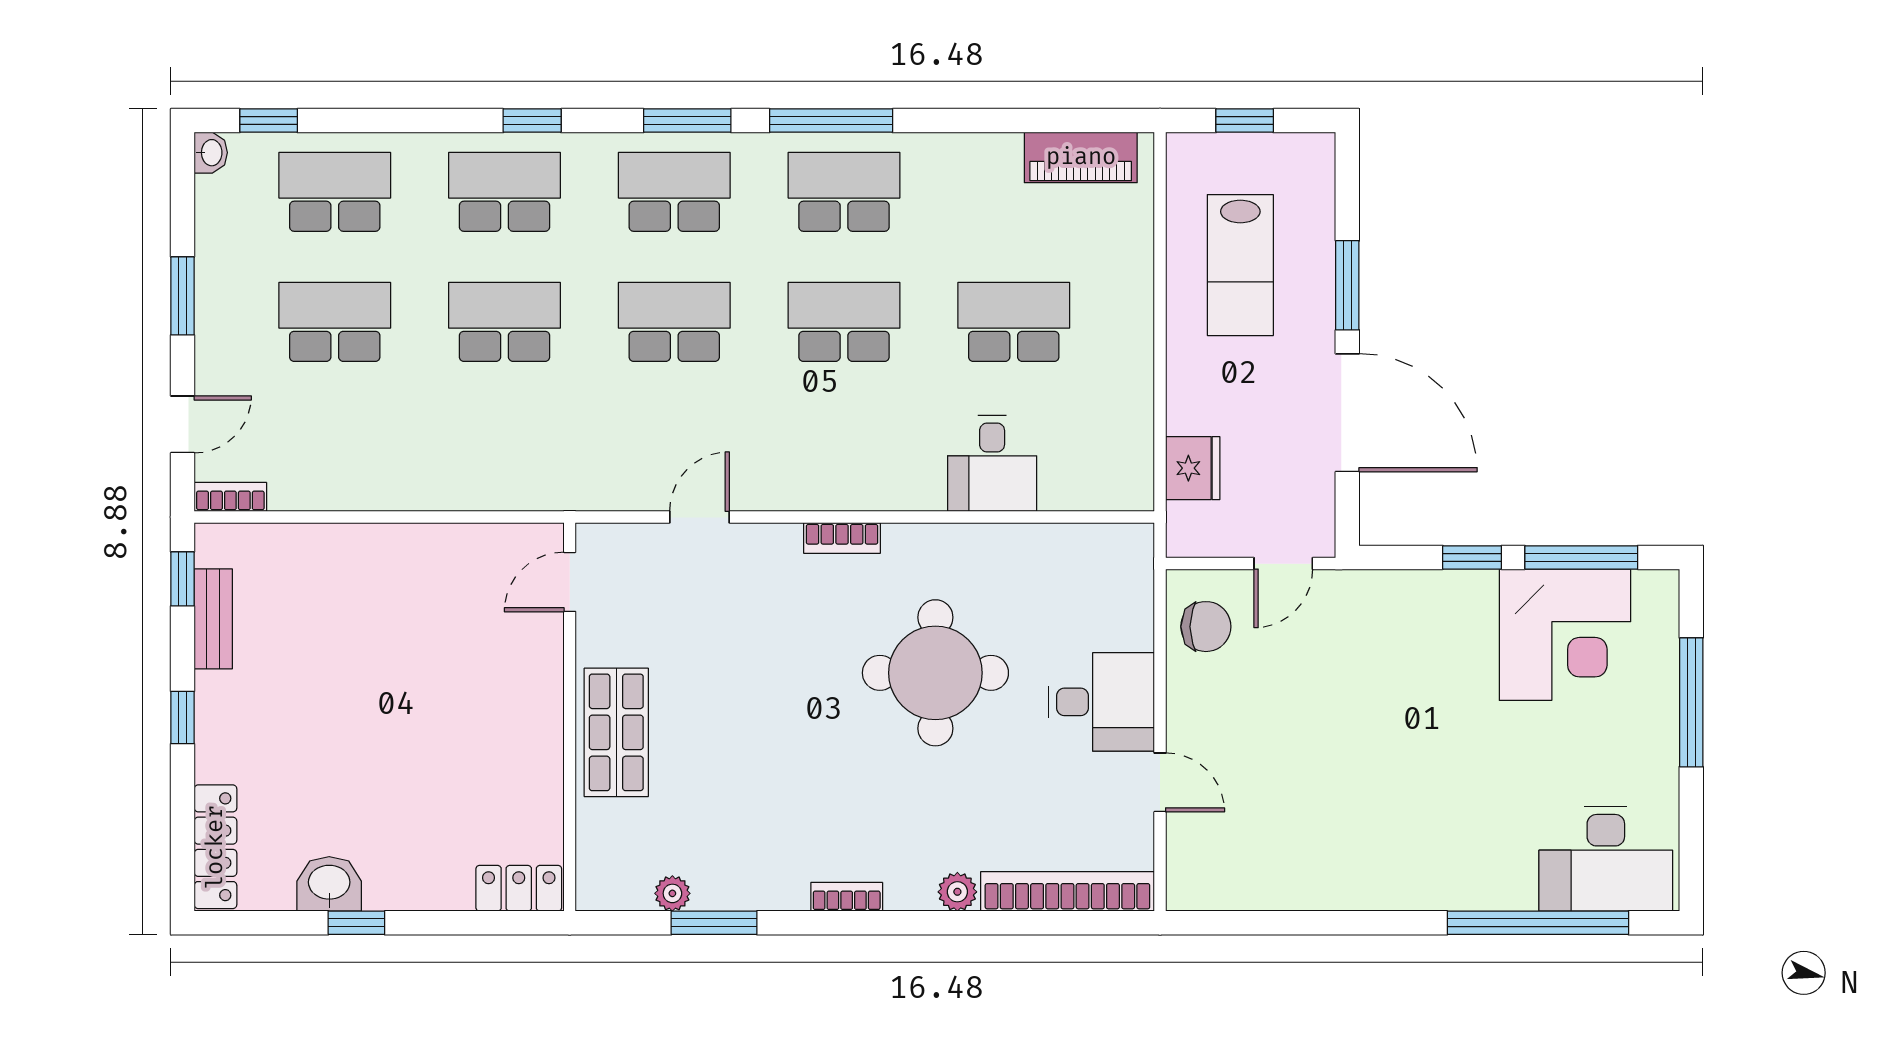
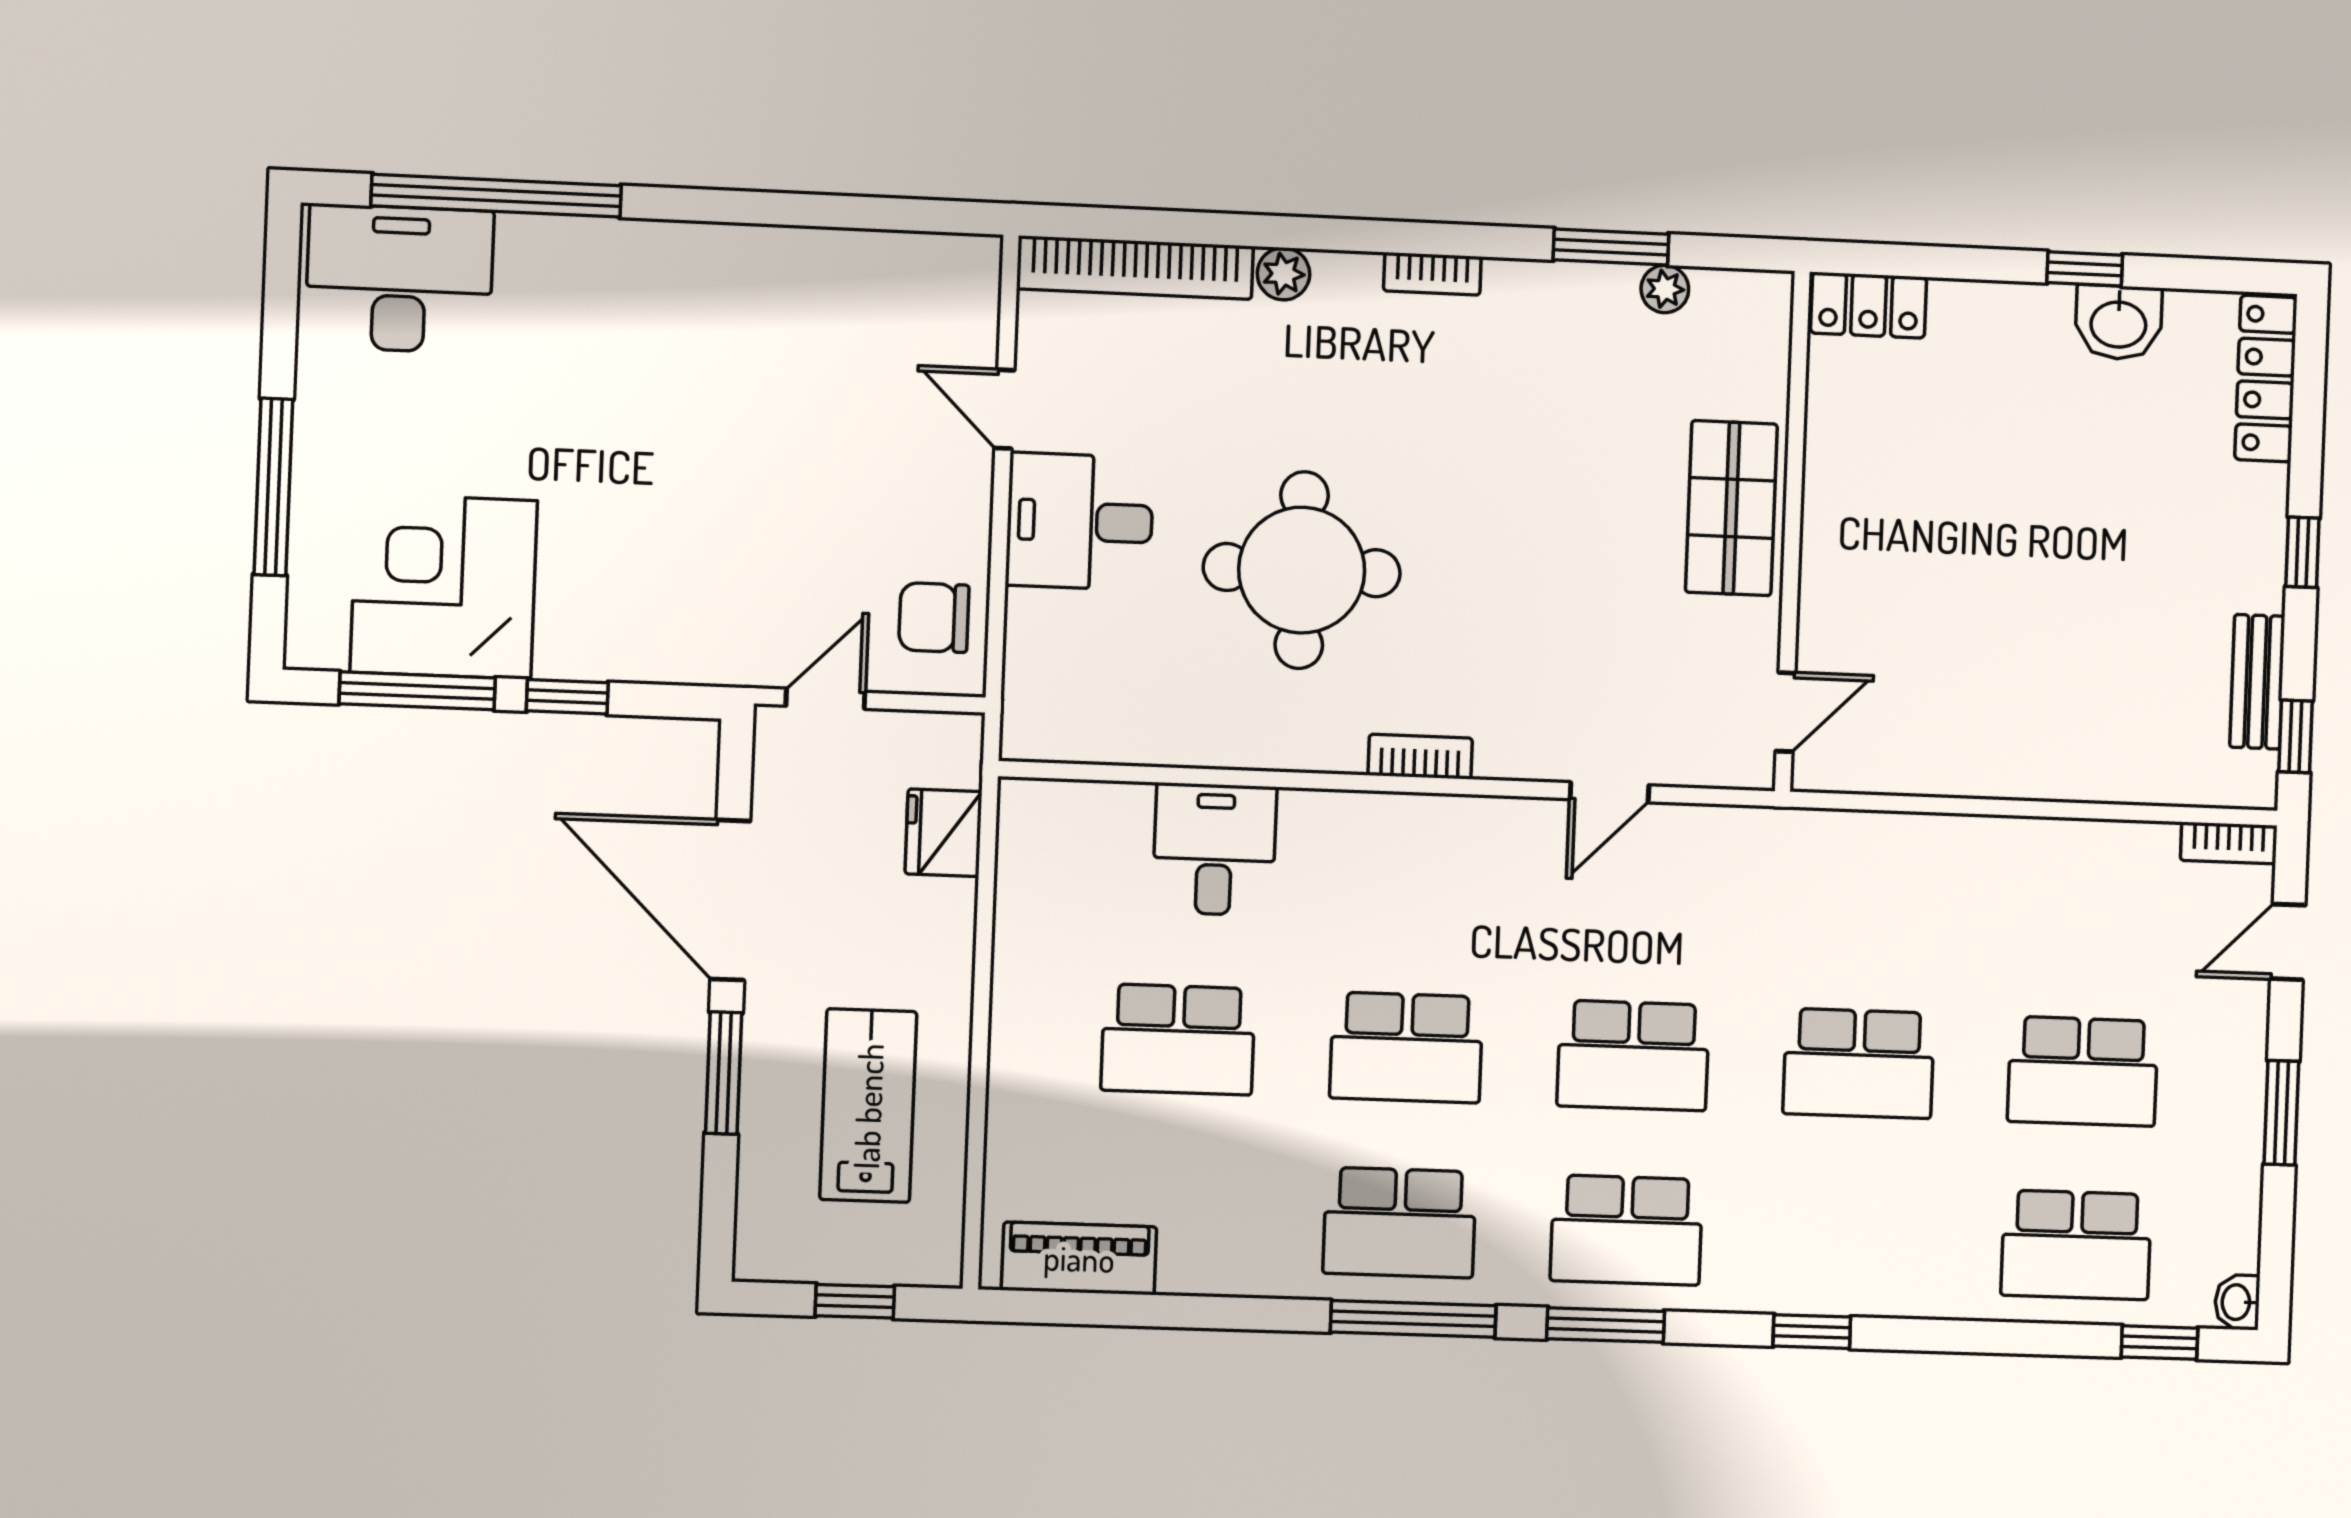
school desk: (505, 192) -> (1852, 1237), removed

